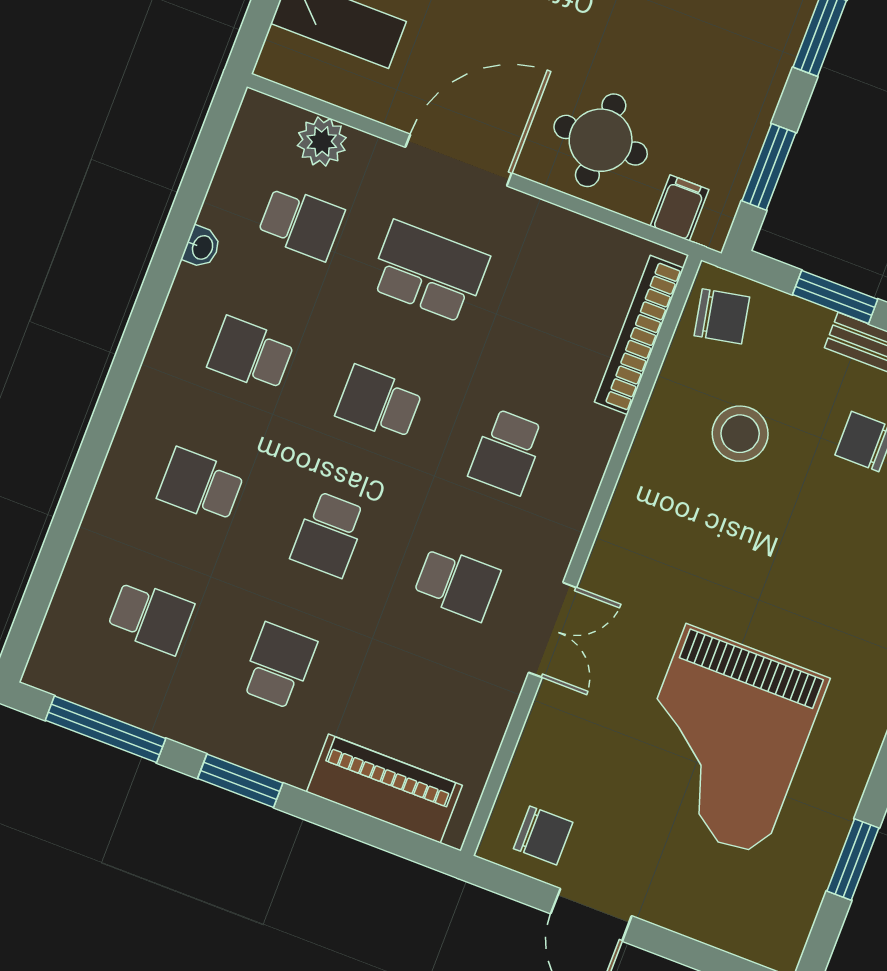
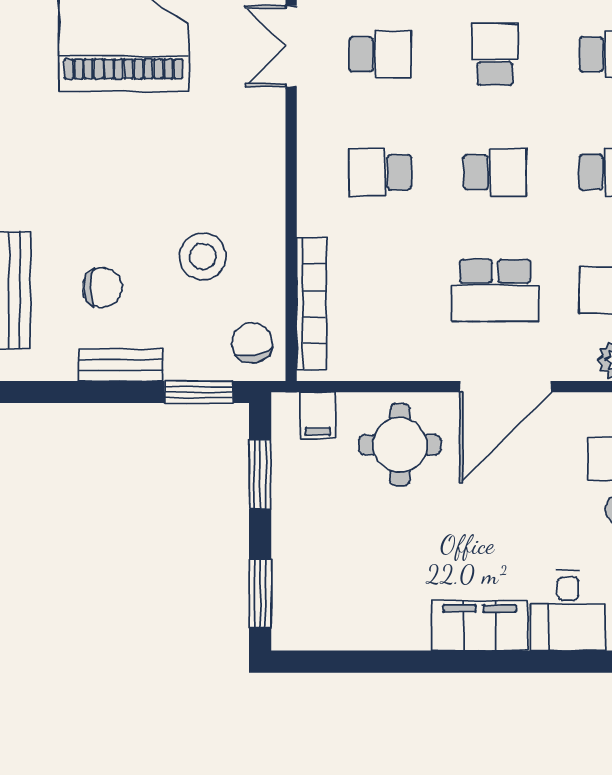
window: (835, 297) -> (199, 392), moved
chair: (722, 316) -> (252, 343), turned 89
school desk: (507, 452) -> (380, 172), turned -90
school desk: (457, 583) -> (380, 54), turned 180

